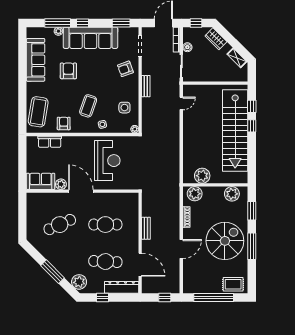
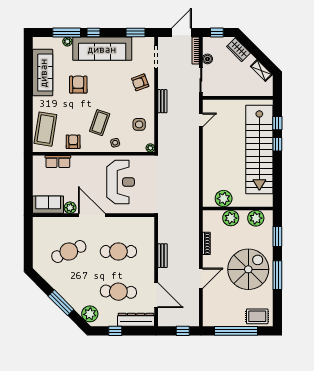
plant: (195, 194) -> (231, 218), moved

